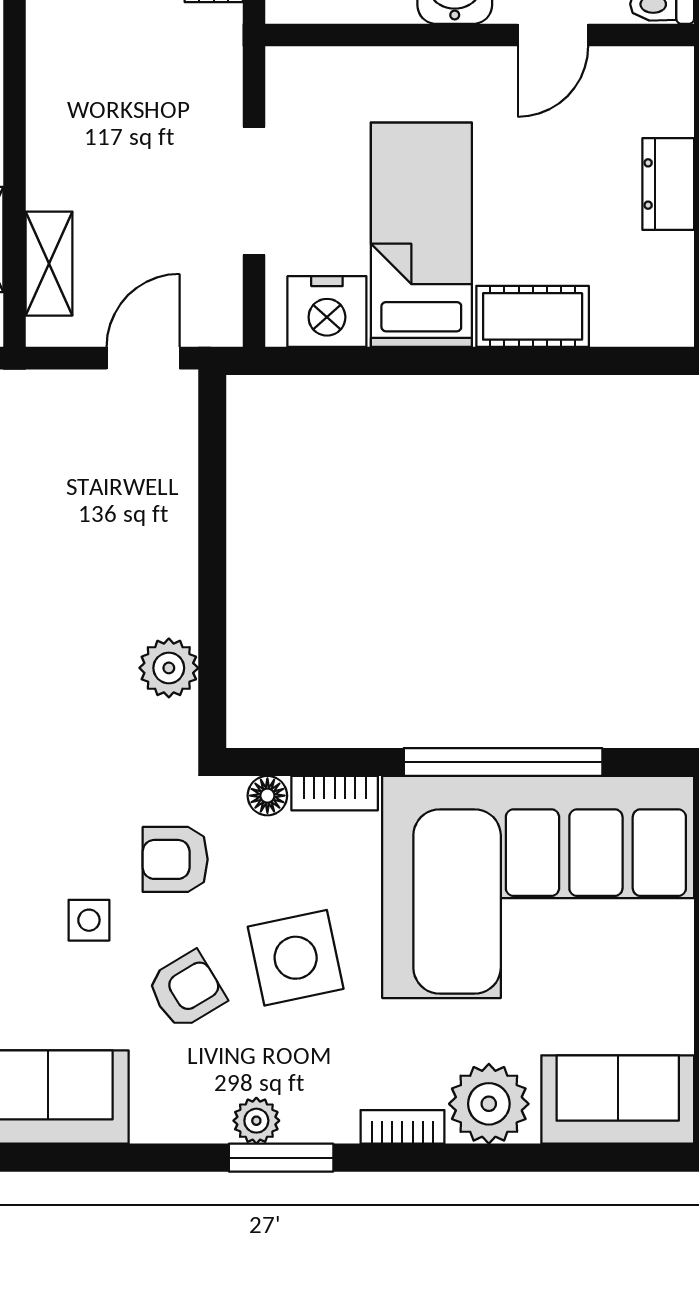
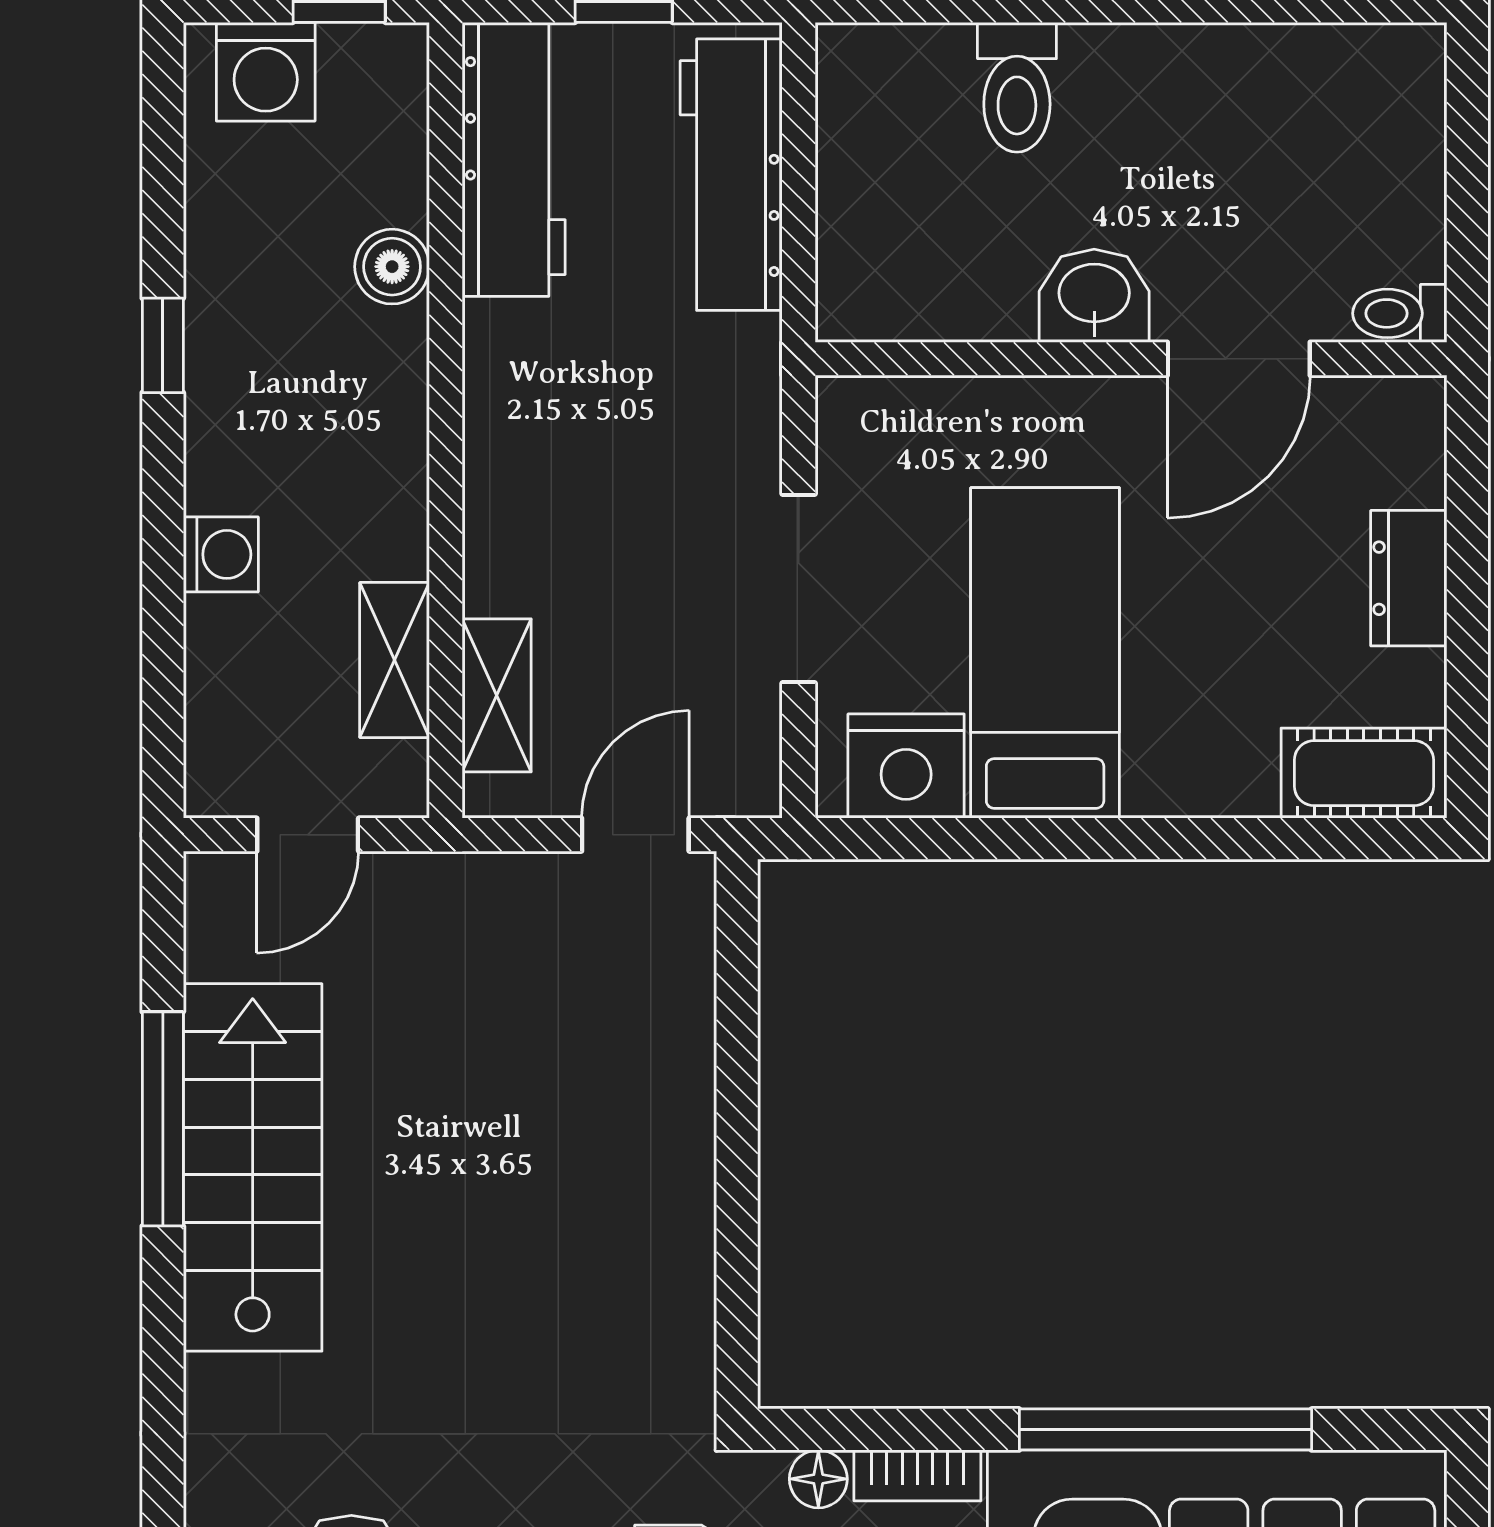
door: (553, 35) -> (1239, 359), width x1.38
cot: (533, 316) -> (1364, 773), moved
plant: (169, 668) -> (673, 1291), removed

